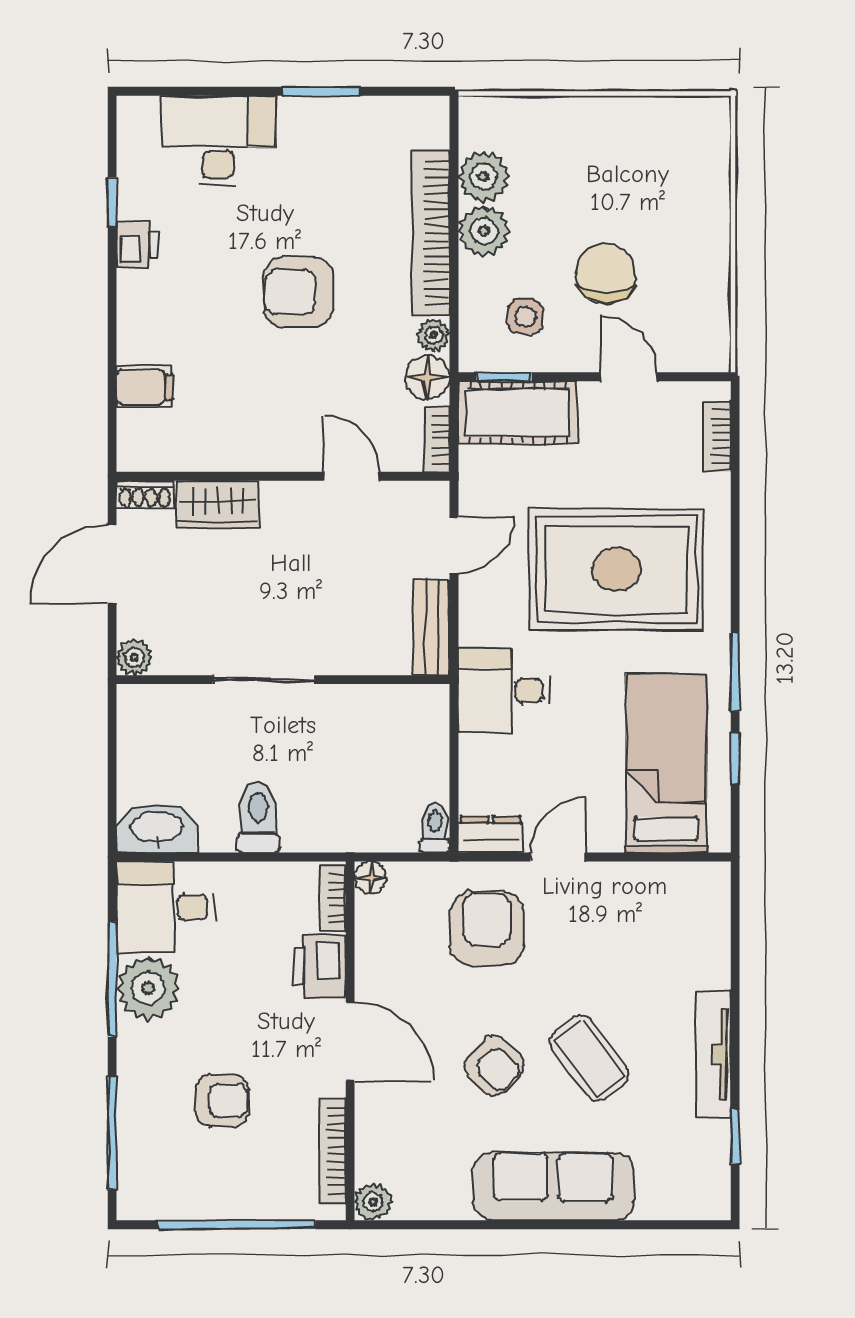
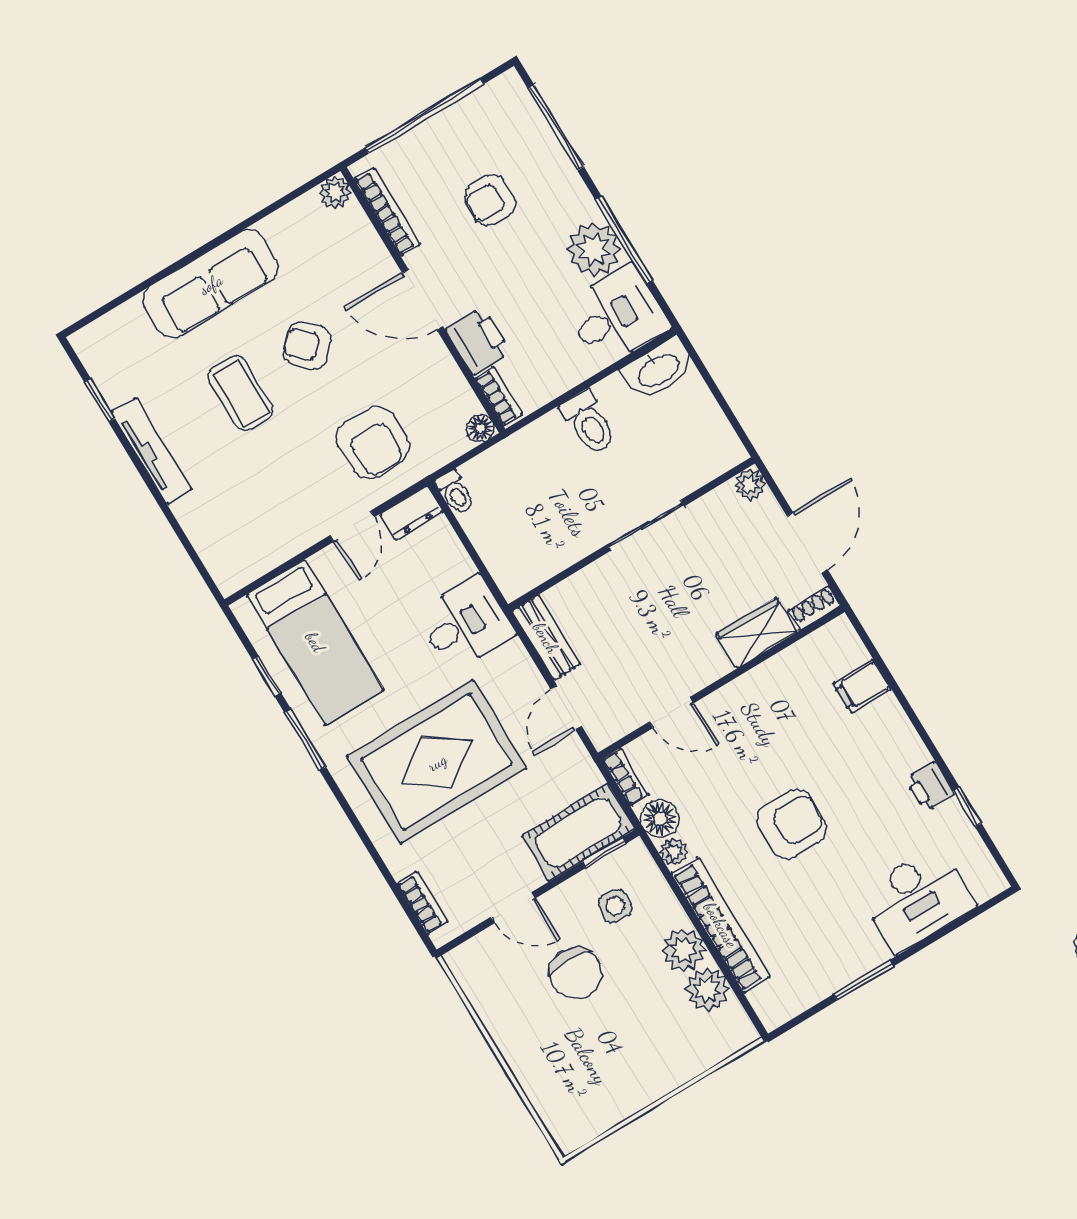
coffee table: (589, 1058) -> (241, 393), turned 37

